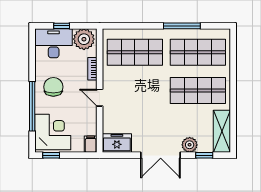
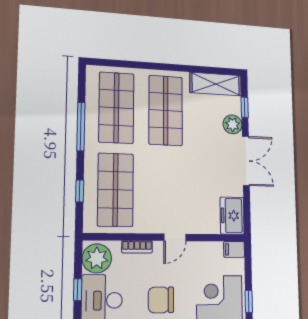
window: (133, 26) -> (80, 191), added

